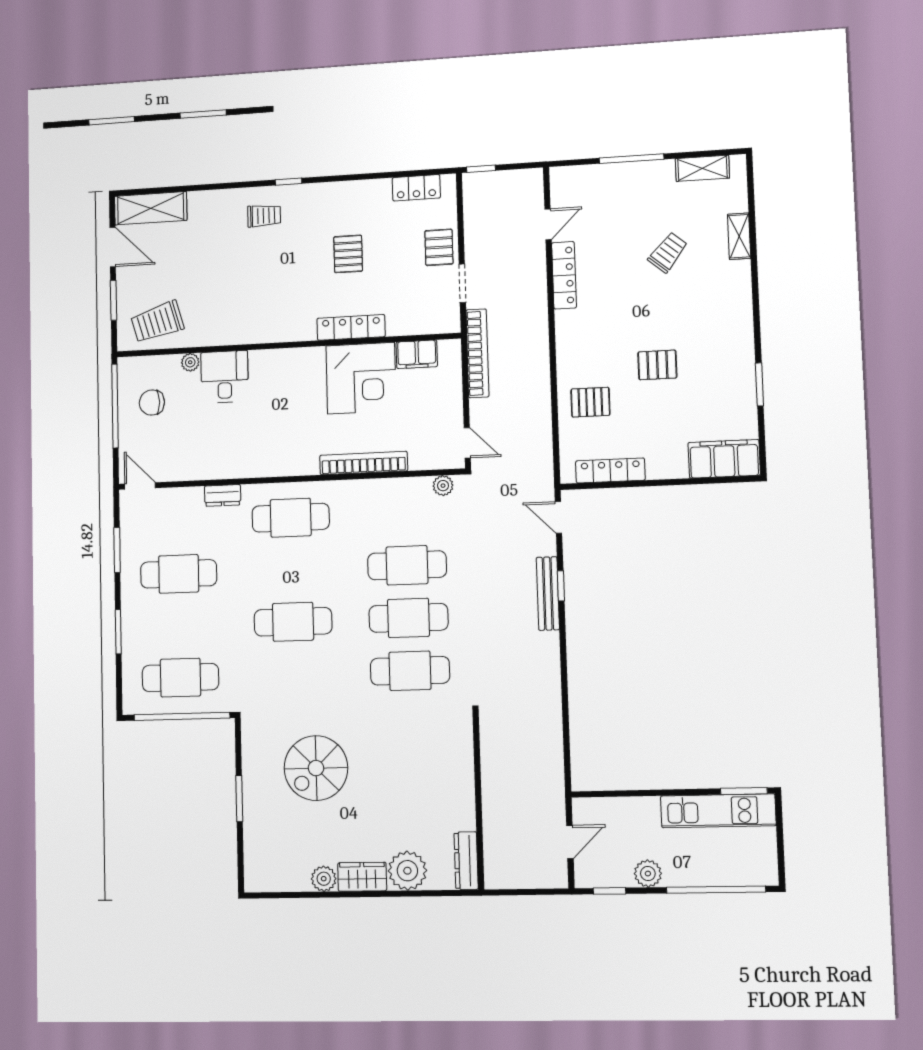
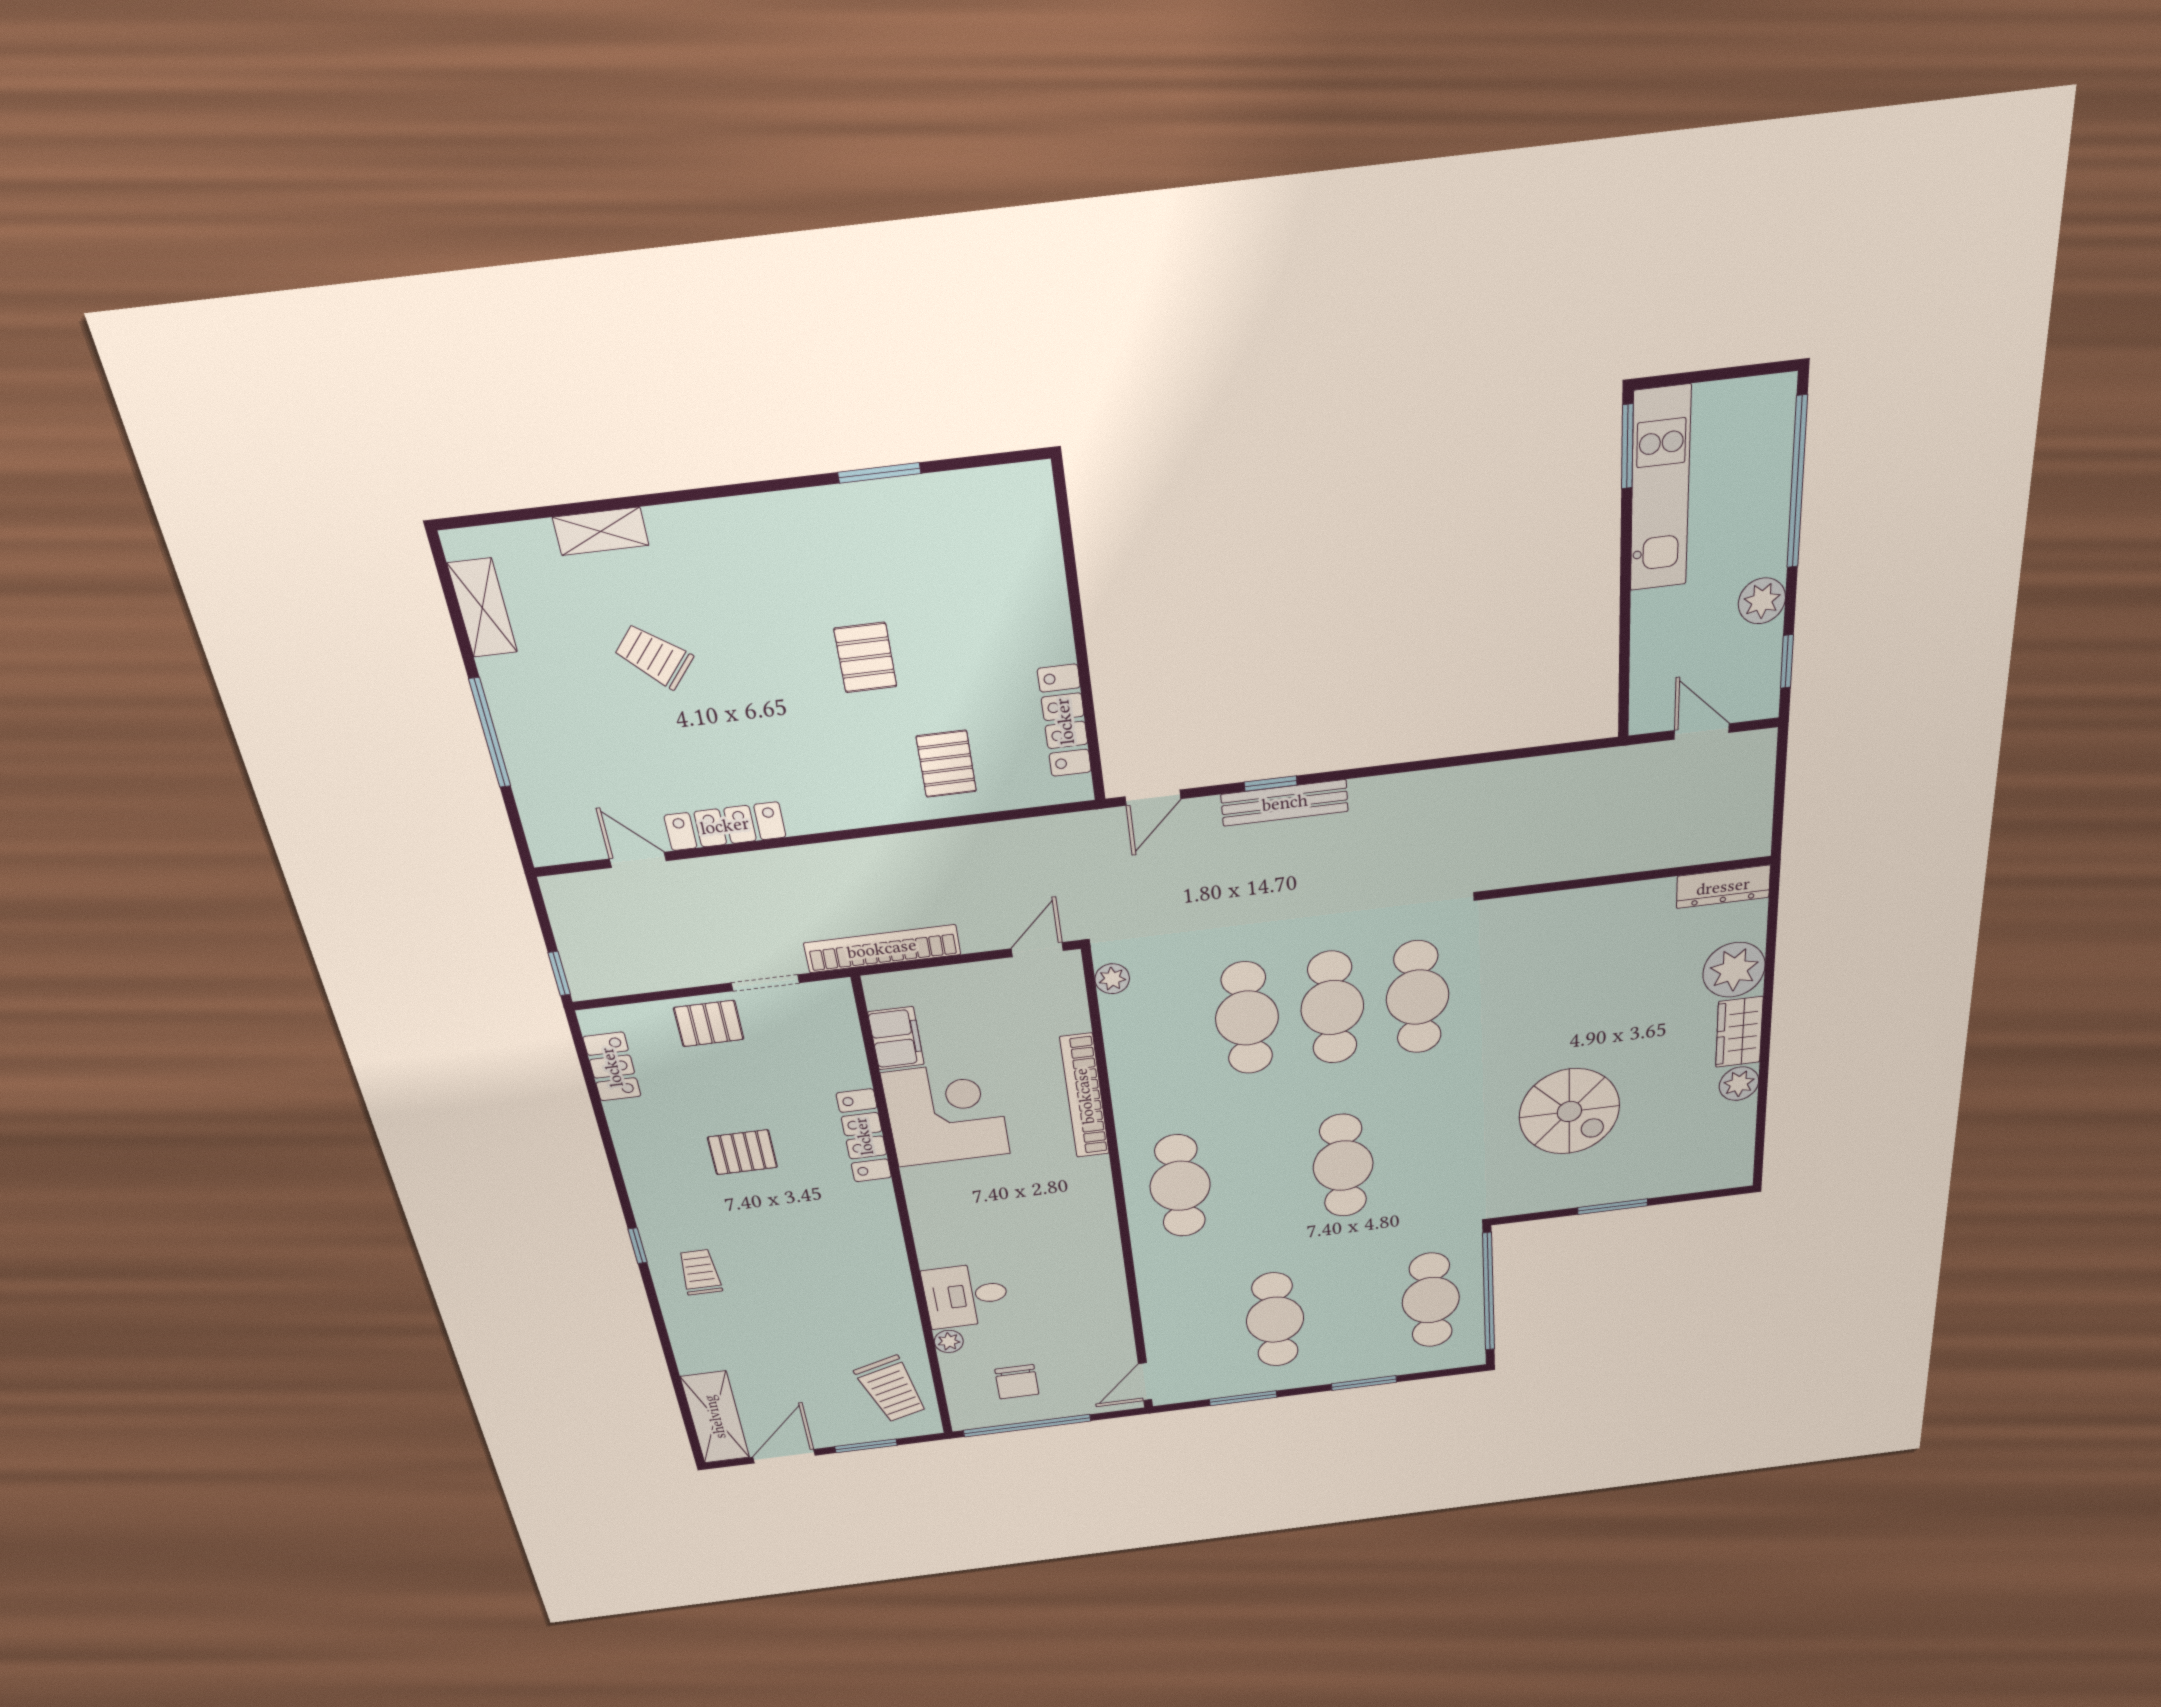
filing cabinet: (724, 459) -> (1026, 527), removed
dresser: (223, 495) -> (1152, 1278), removed

